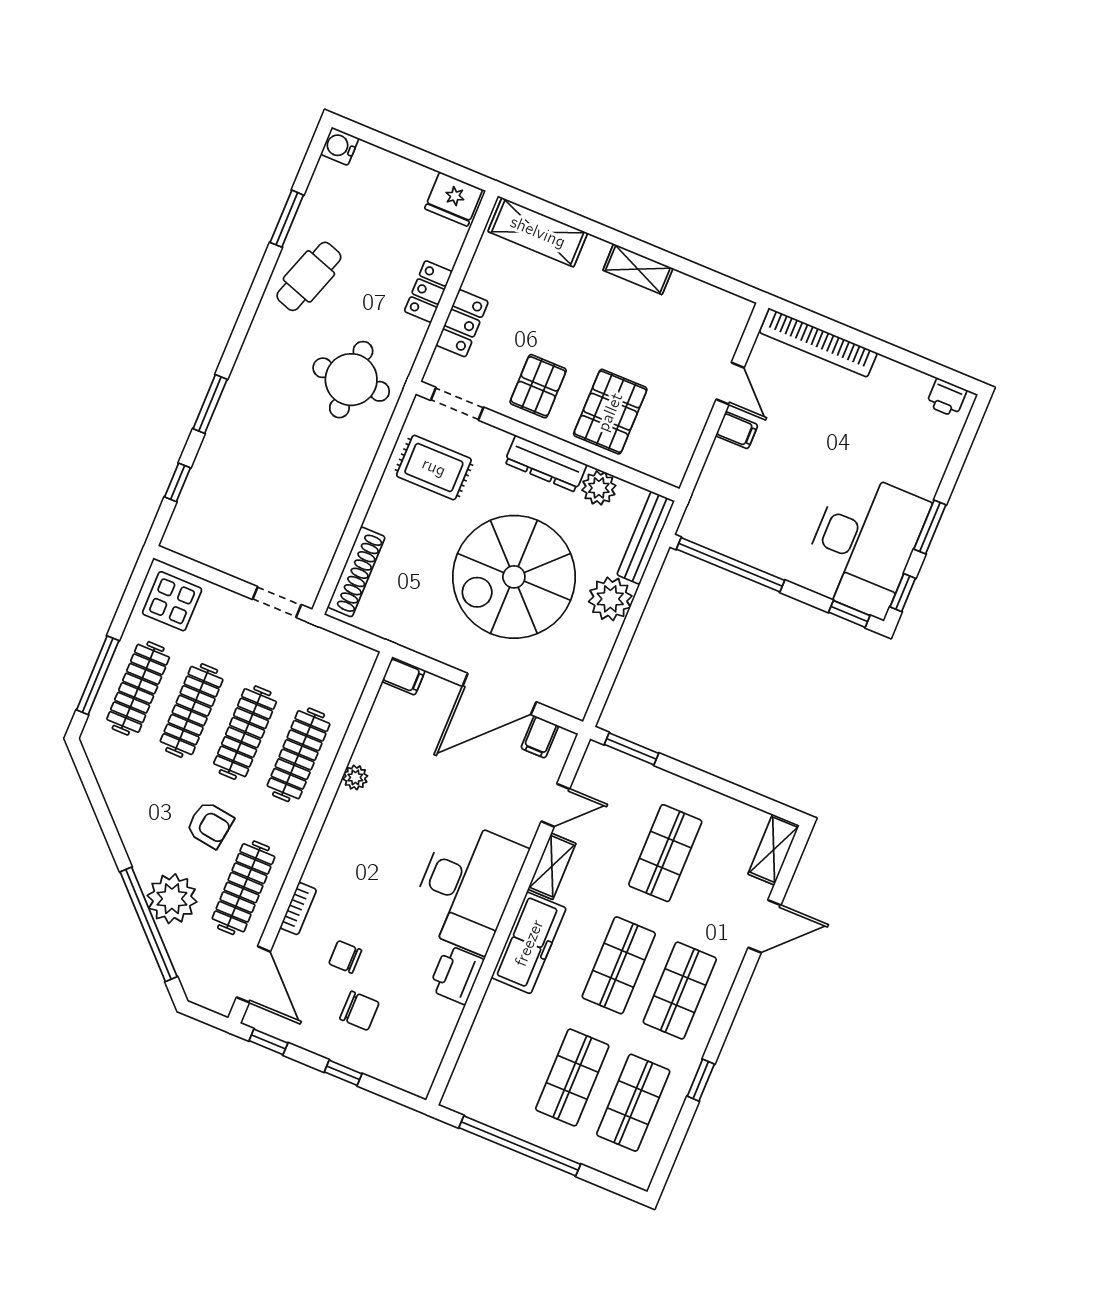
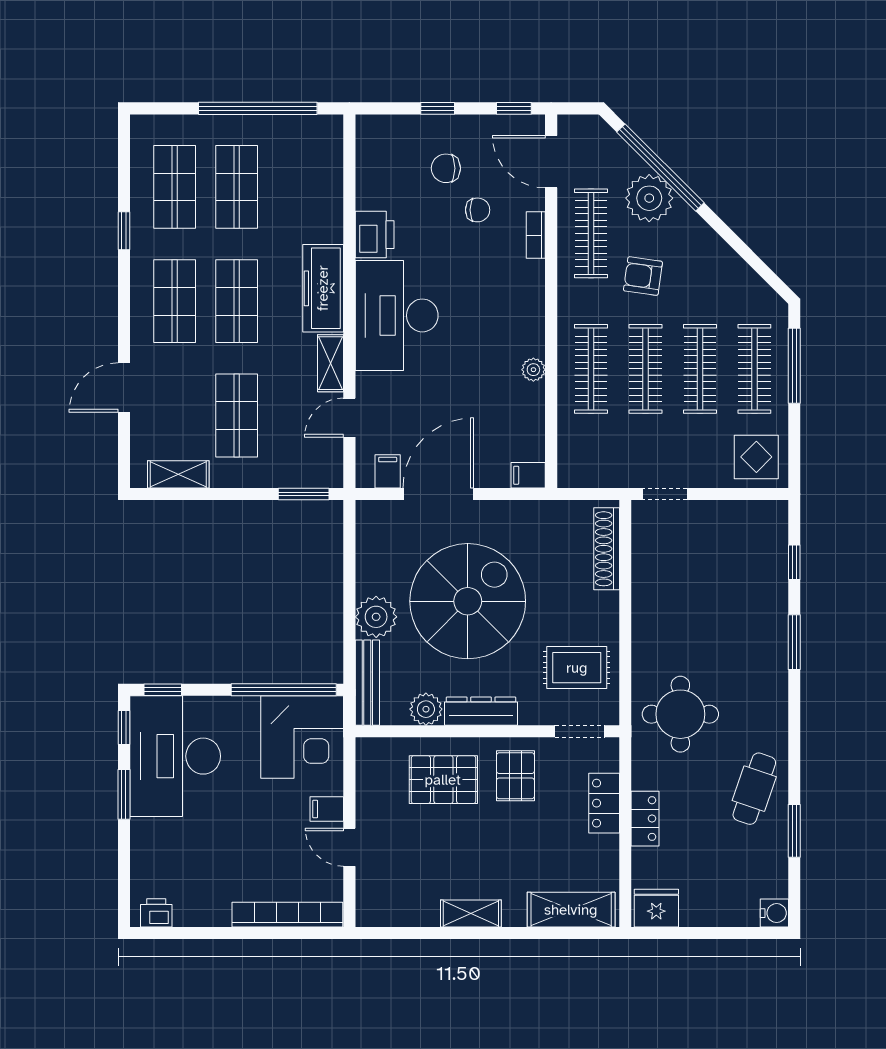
pallet: (610, 412) -> (443, 780), turned 90
corner desk: (732, 511) -> (302, 737), added
shelving: (774, 850) -> (178, 474), moved, turned 90

